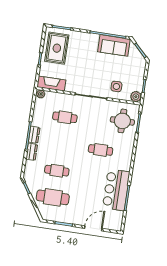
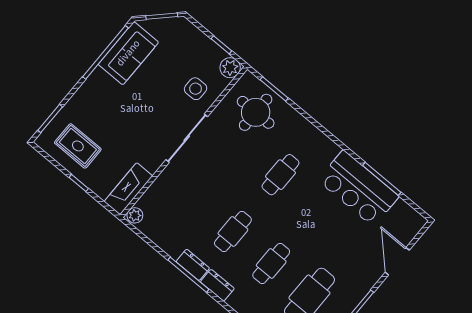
rug: (57, 48) -> (78, 146), width x0.73, depth x0.70
cafe table: (65, 117) -> (233, 232), moved

